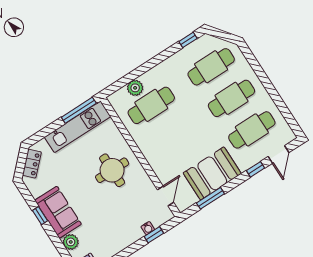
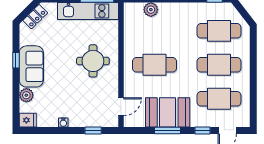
cafe table: (151, 105) -> (155, 65), moved
window: (210, 198) -> (168, 131), moved
water cooler: (148, 228) -> (63, 123), moved

